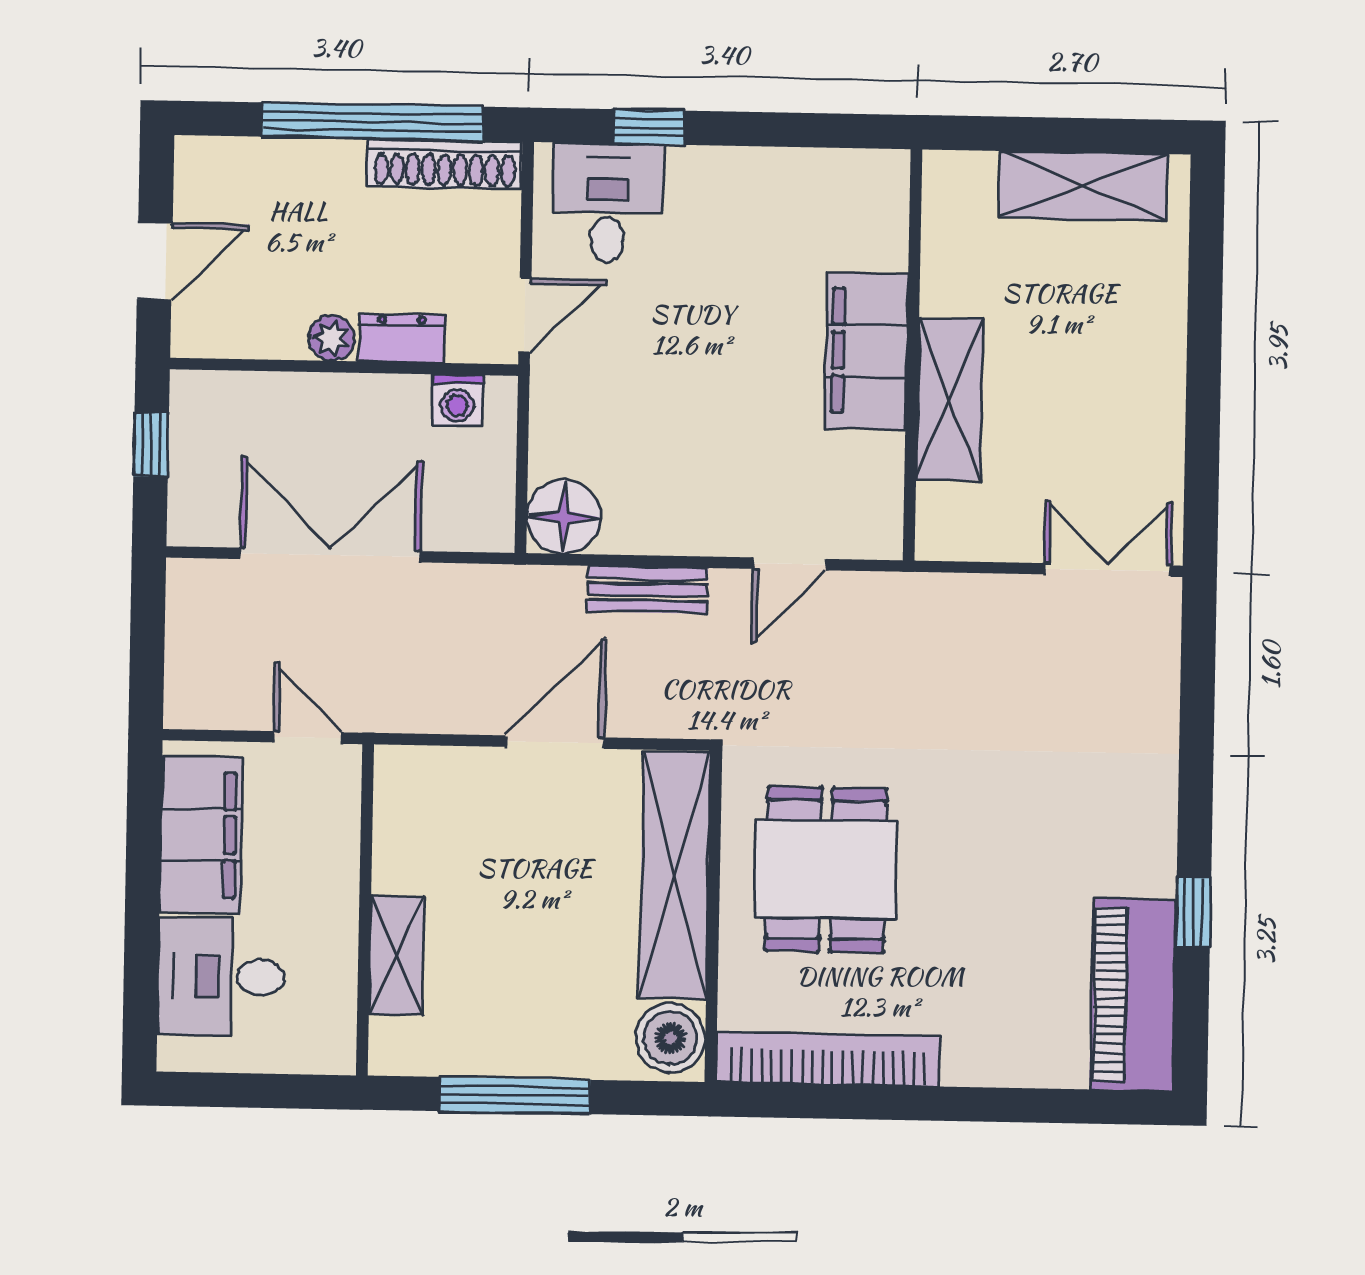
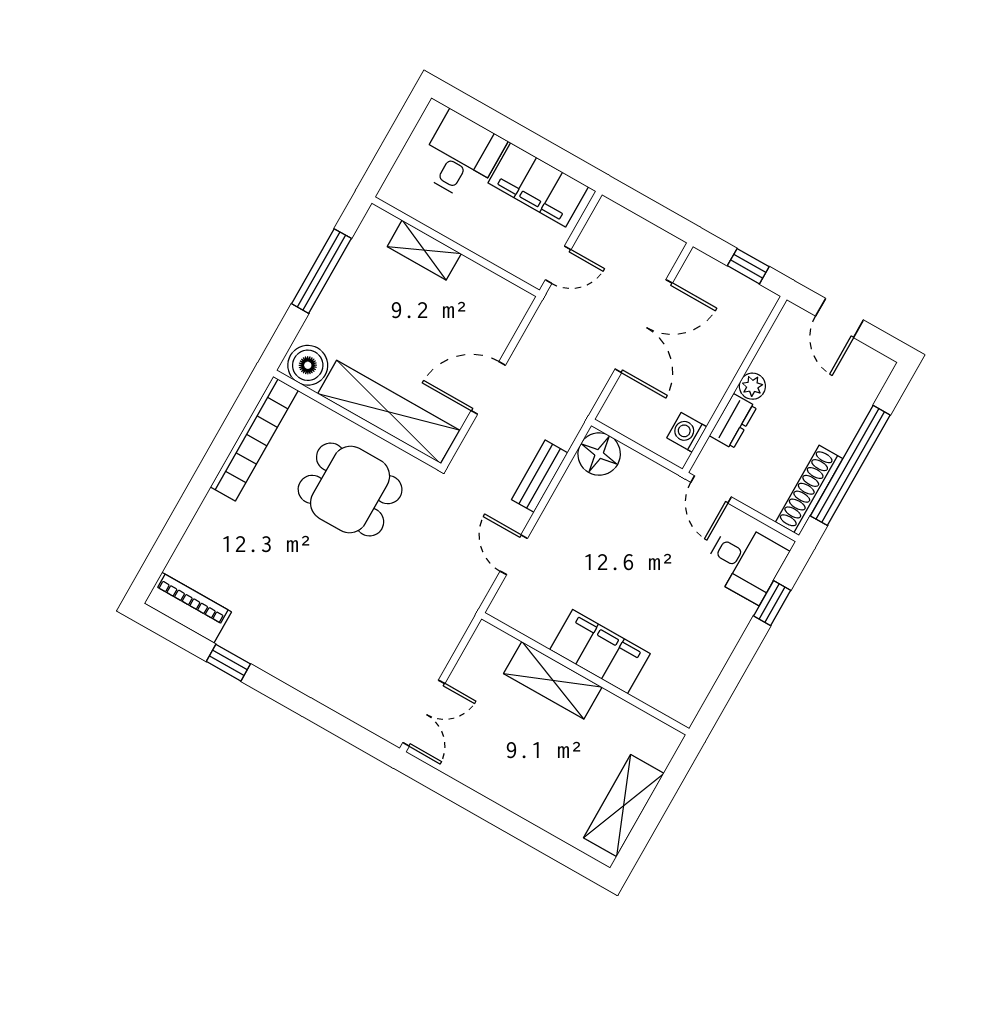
door: (555, 742) -> (488, 388), swing flipped
piano: (1133, 994) -> (188, 608), width x0.73, depth x0.75

